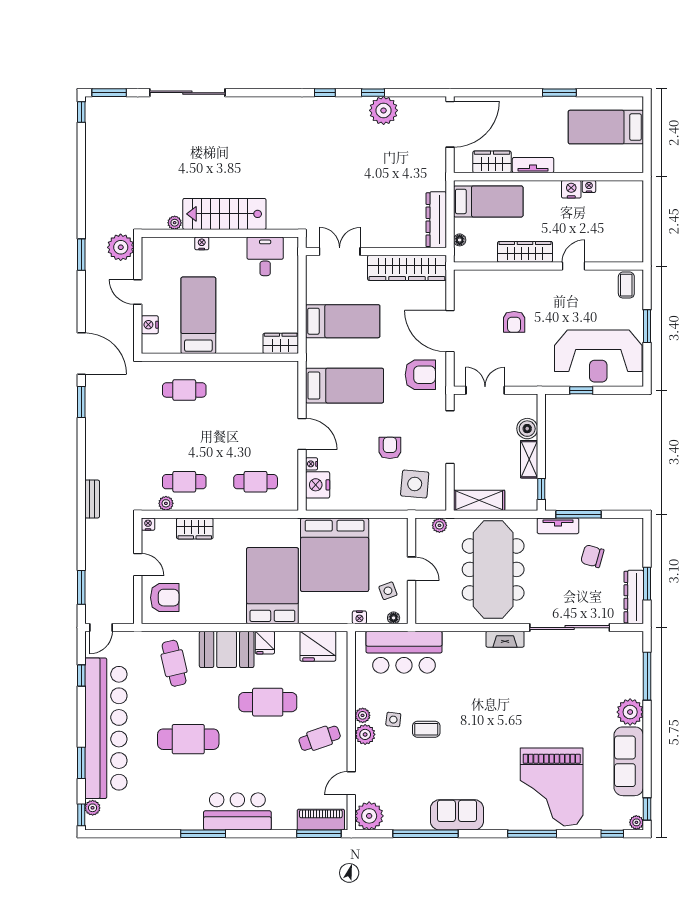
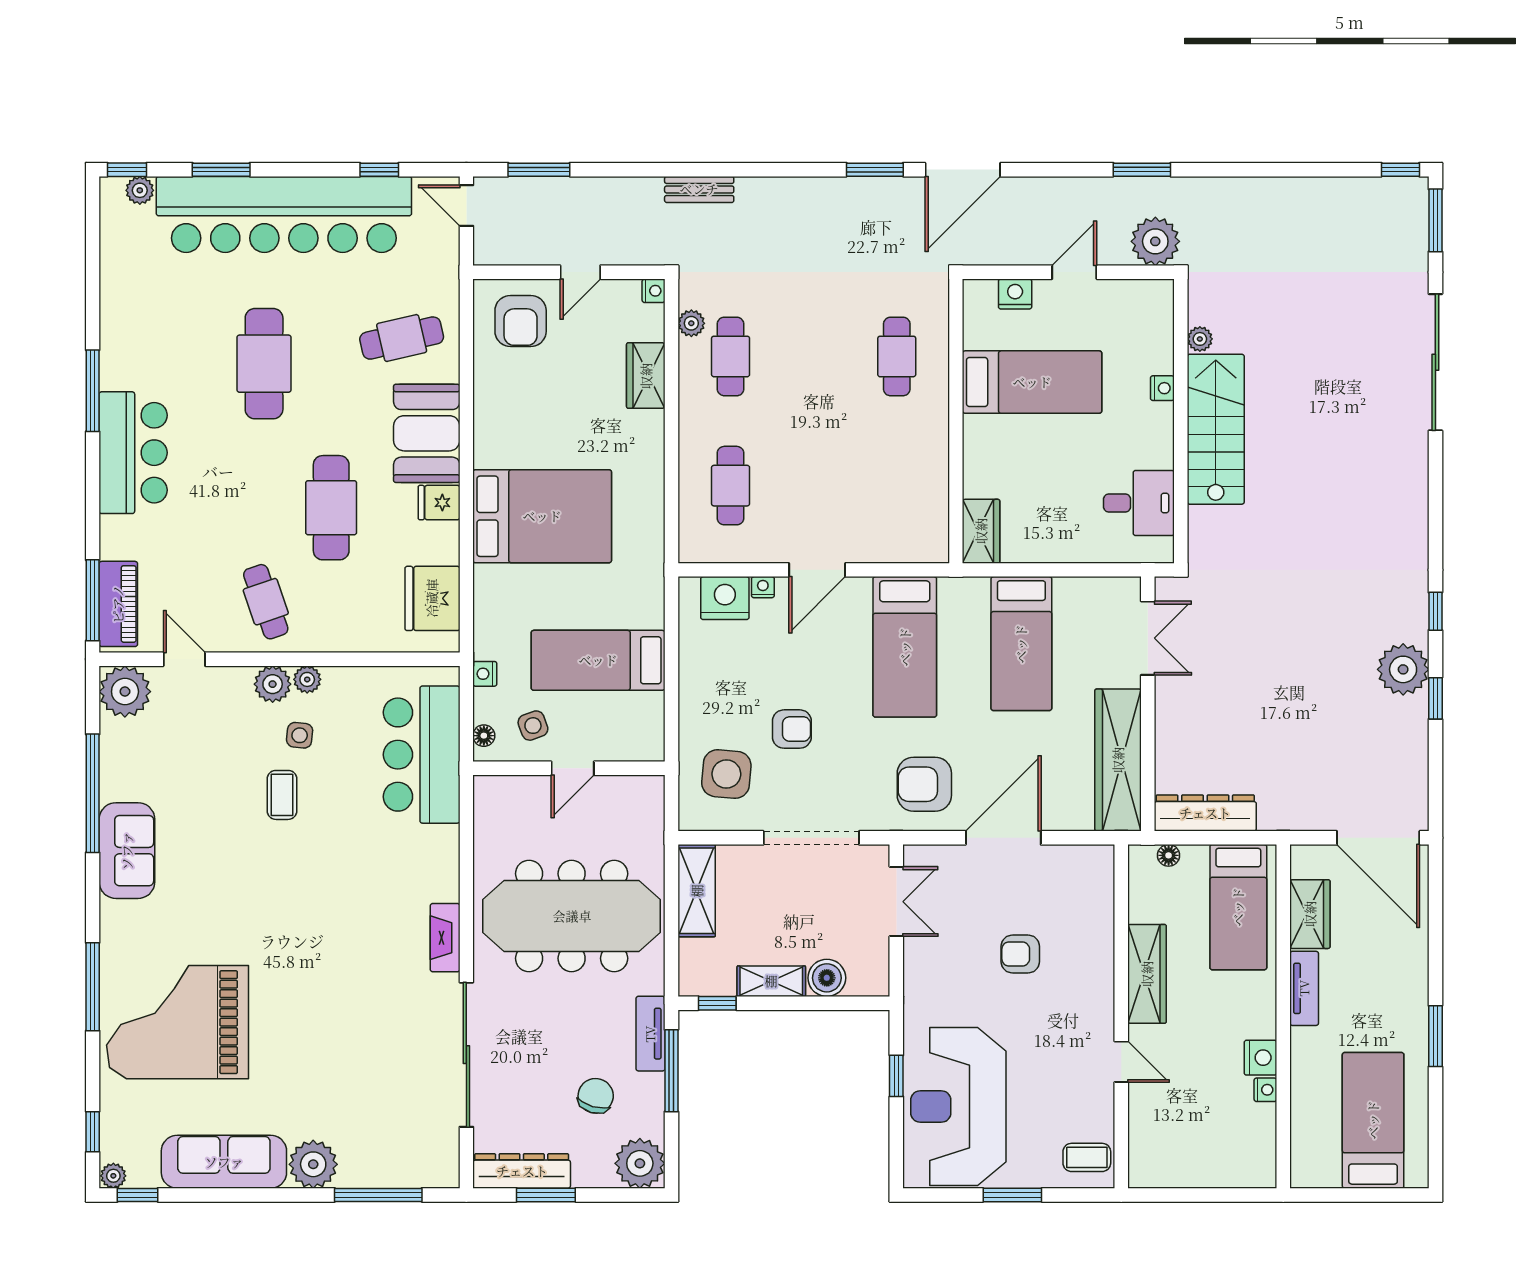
plant: (384, 110) -> (1403, 669), moved
armchair: (420, 375) -> (924, 784), turned 90
plant: (439, 525) -> (640, 1163), moved, width x1.87, depth x1.87
bed: (335, 555) -> (598, 660), width x0.49

